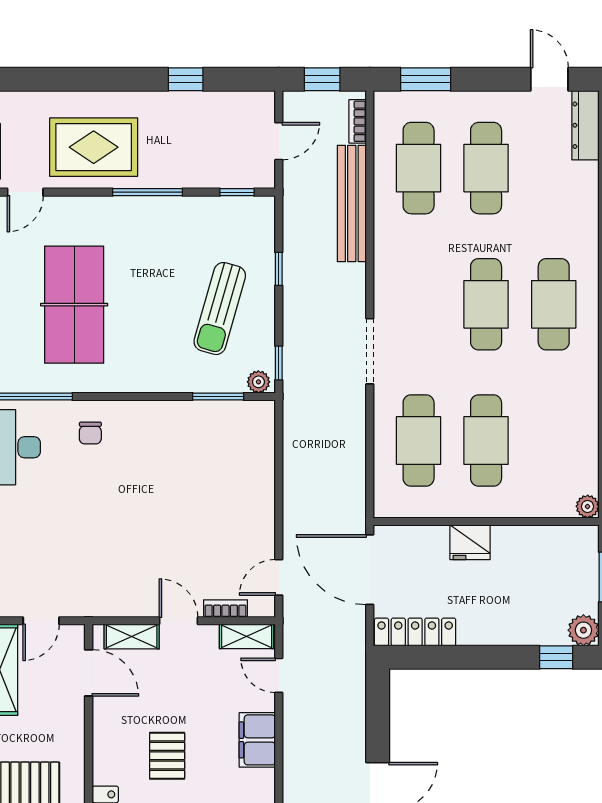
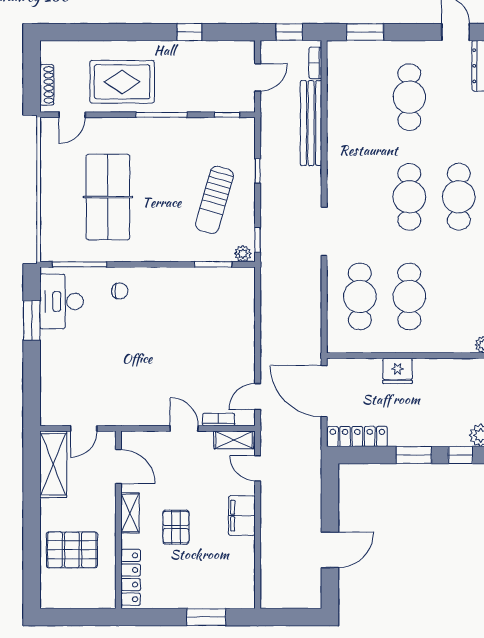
cafe table: (419, 168) -> (360, 97), removed
chair: (90, 433) -> (120, 291), turned -90
shelving: (132, 637) -> (130, 513), moved, turned 90
window: (492, 657) -> (414, 455), added

